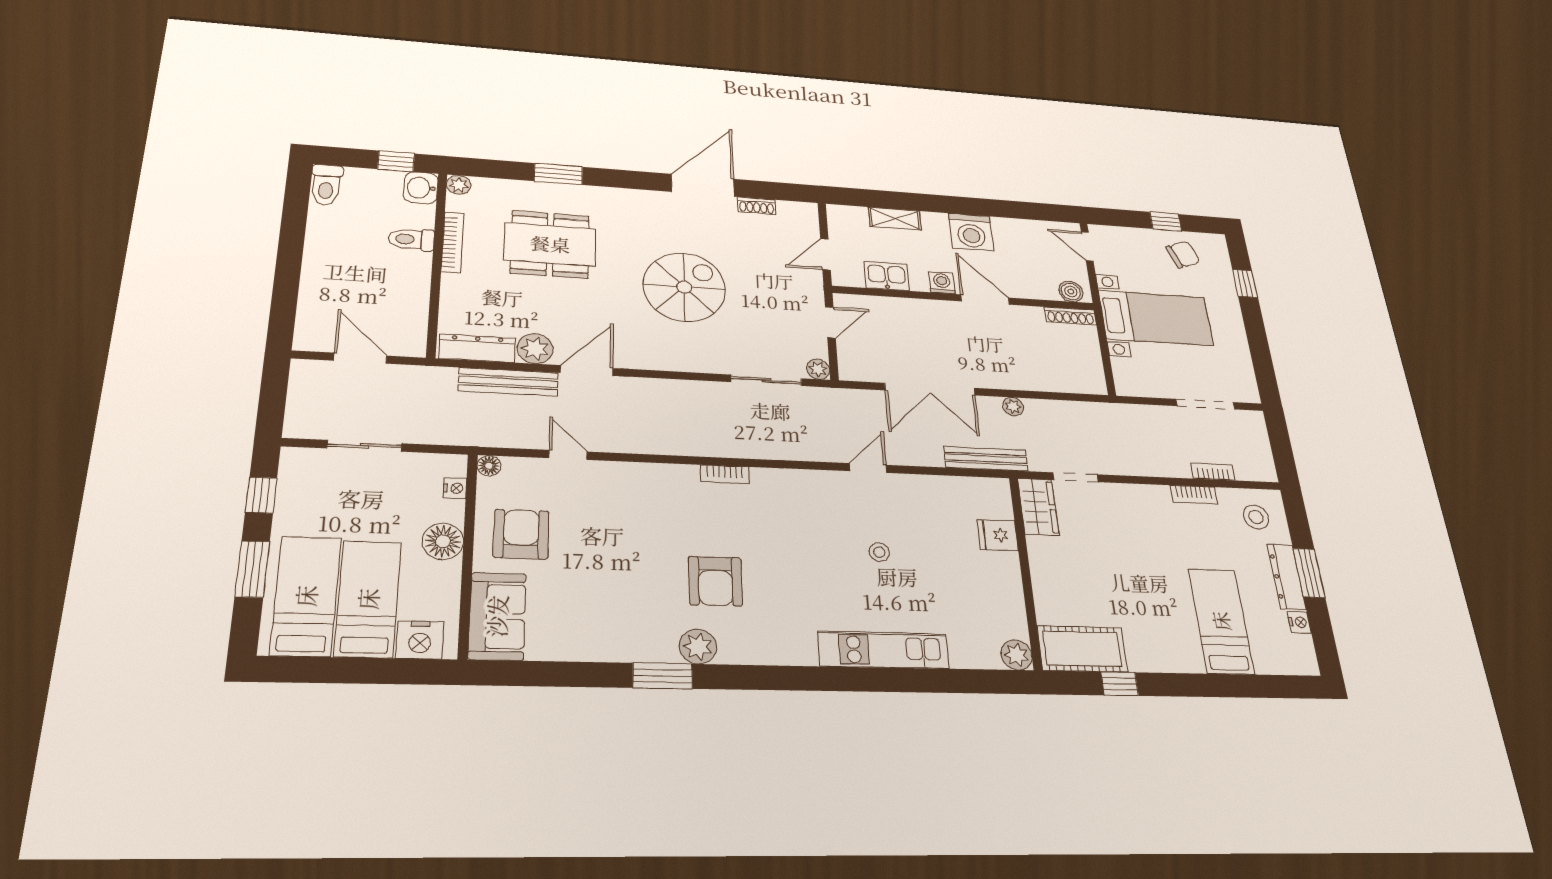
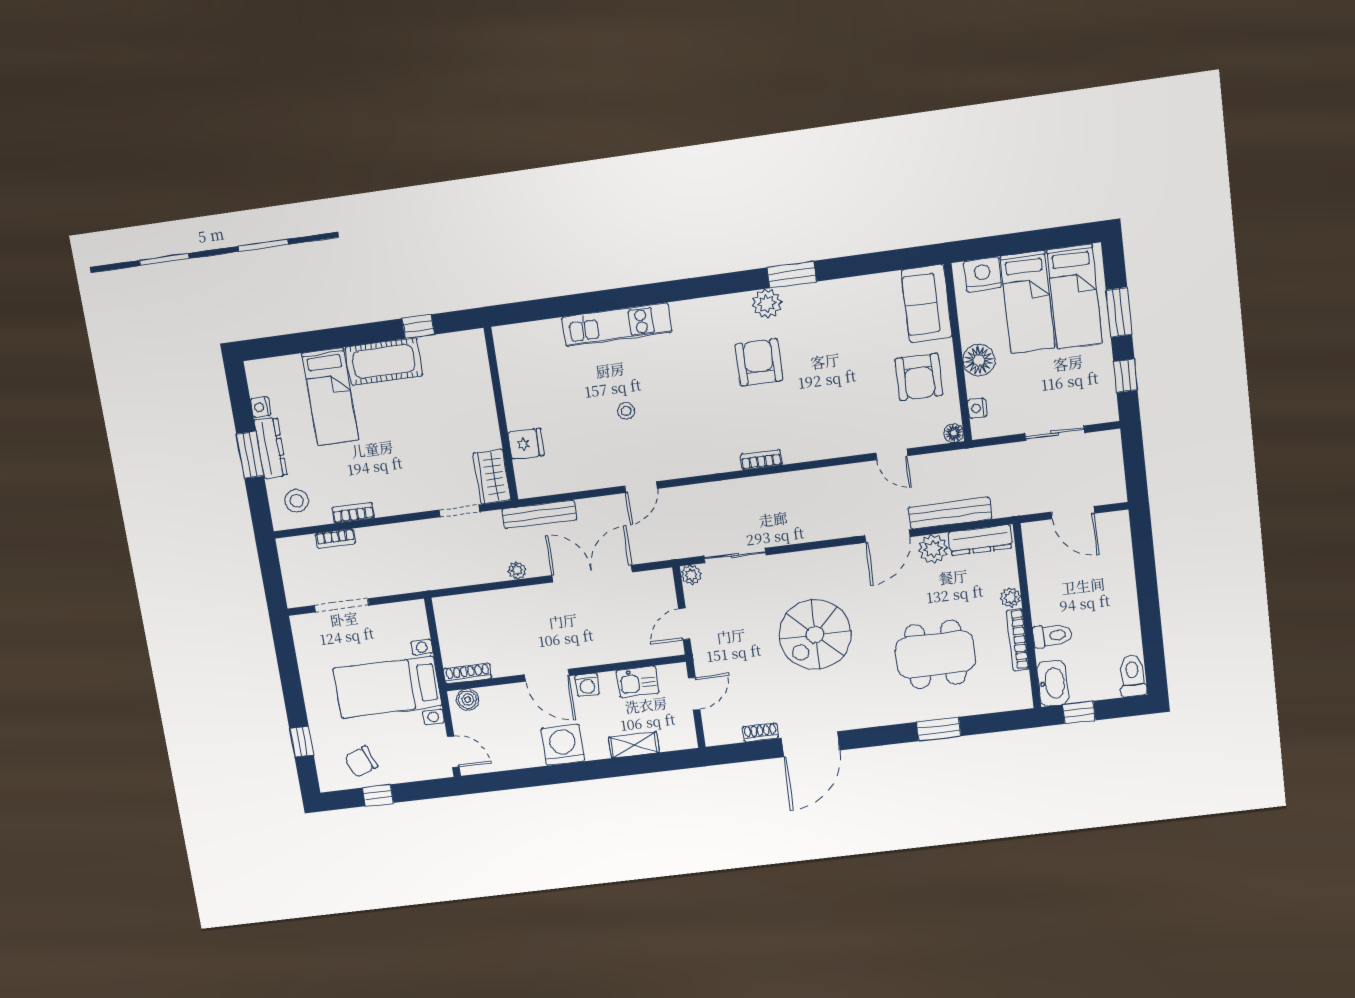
plant: (459, 185) -> (1011, 598), moved
washbasin: (421, 188) -> (1053, 683), width x1.38
cot: (1082, 649) -> (384, 361), moved
plant: (1017, 655) -> (506, 338), removed

